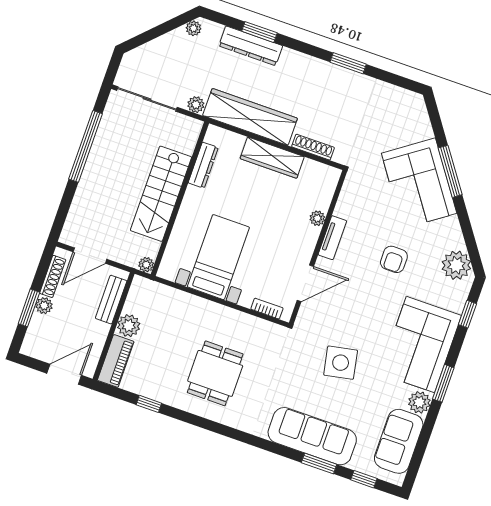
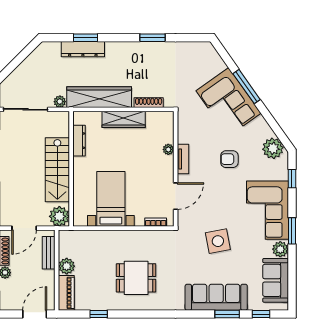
plant: (194, 28) -> (40, 51), removed
armchair: (394, 259) -> (229, 159), turned 90
plant: (146, 265) -> (59, 216), width x1.87, depth x1.87
dining table: (215, 373) -> (136, 278), turned 90

